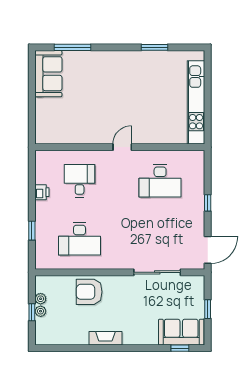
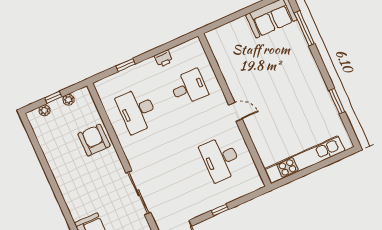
plant: (41, 311) -> (44, 110), moved
fireplace: (105, 338) -> (59, 173), removed

